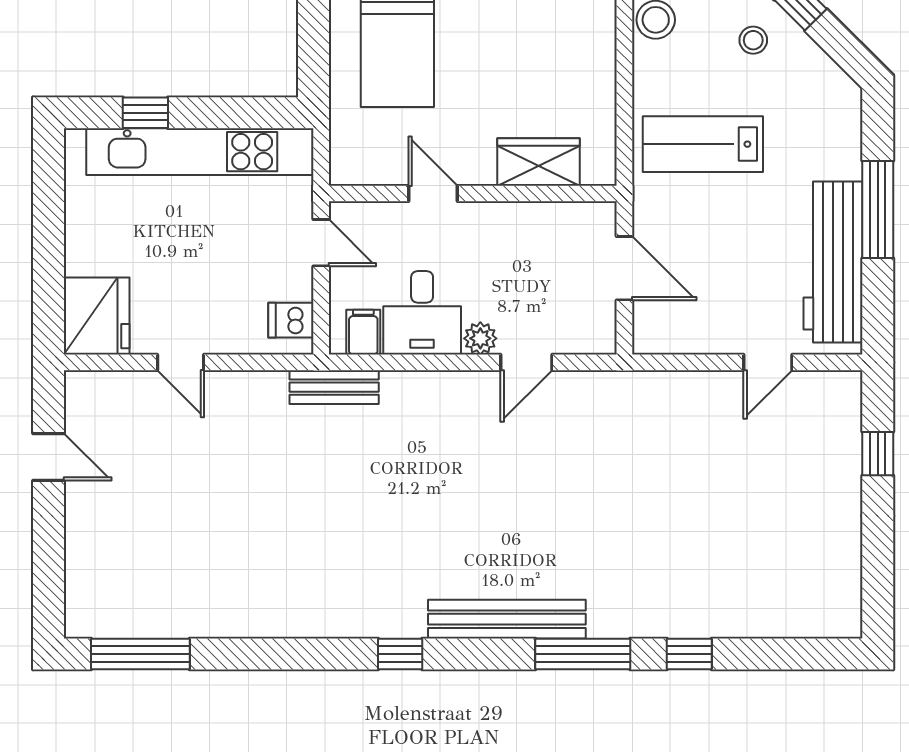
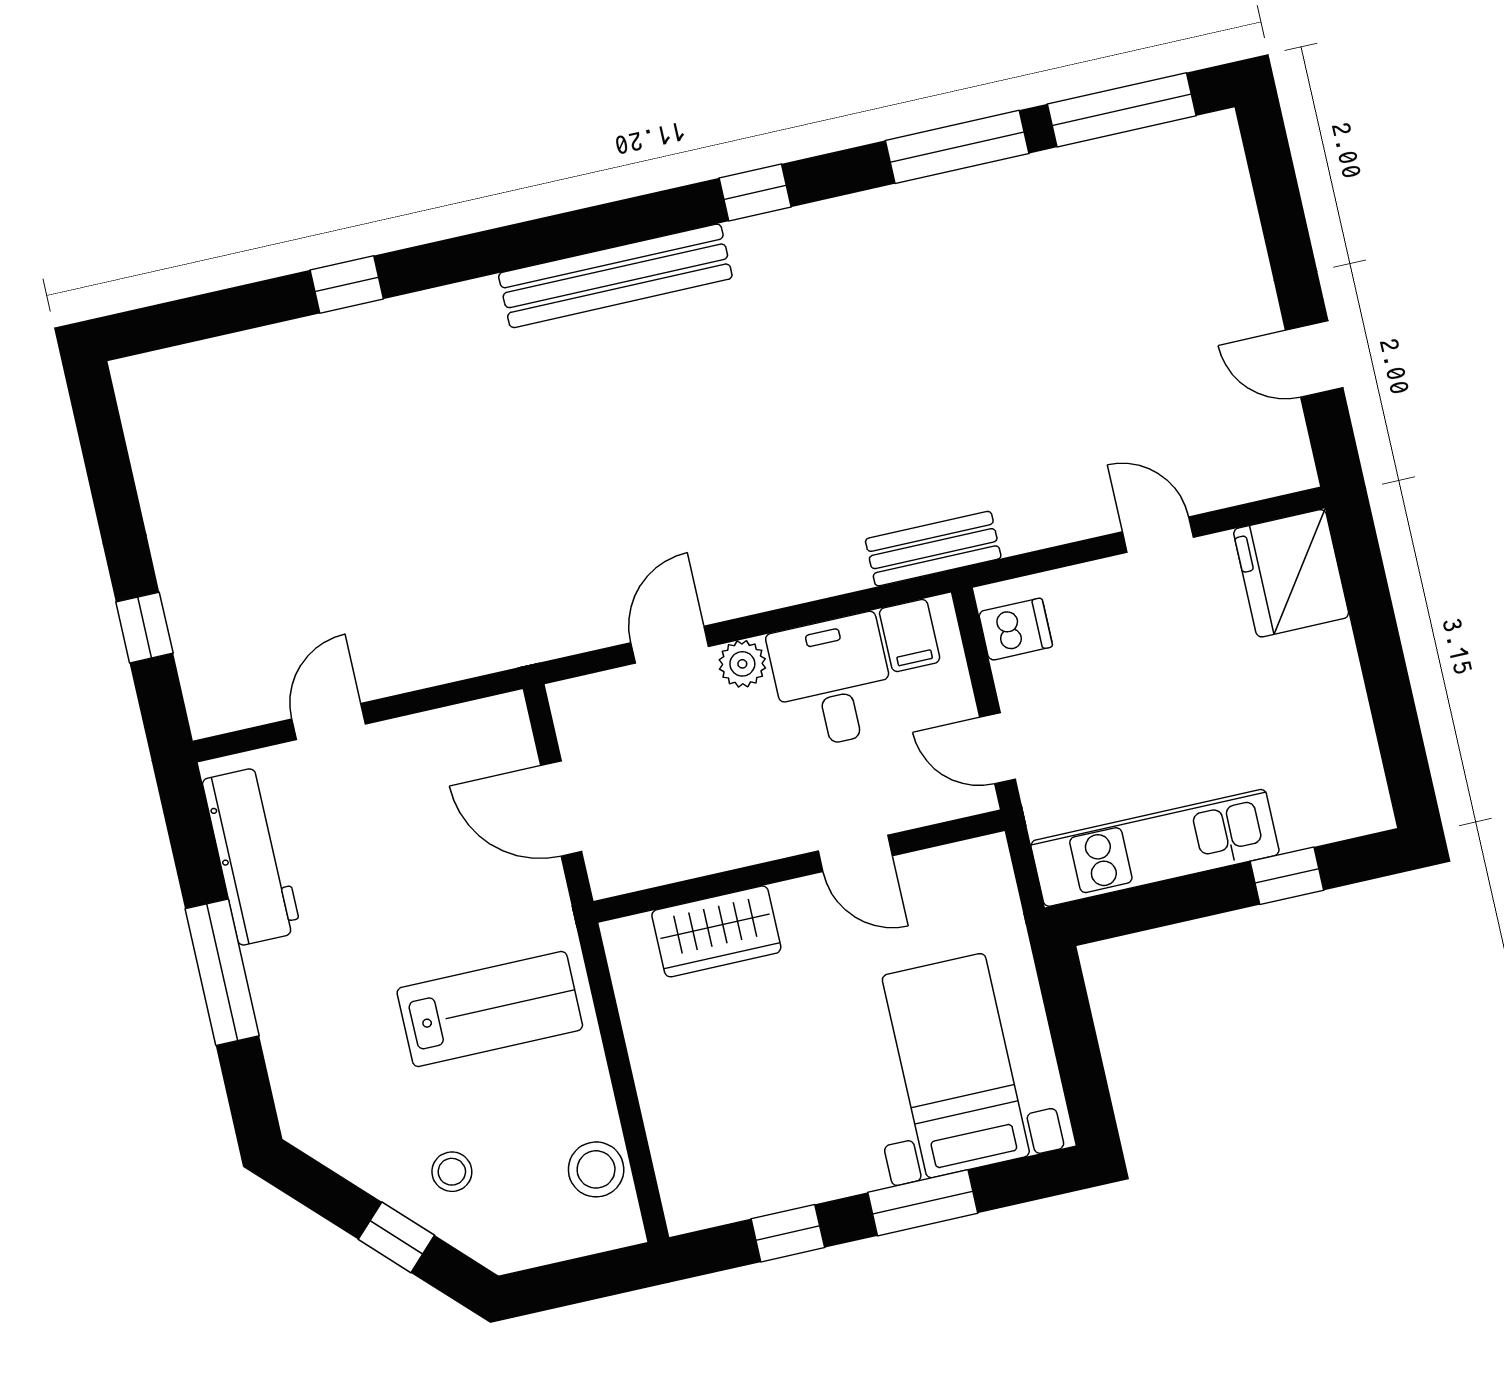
kitchen unit: (200, 152) -> (1155, 848), width x0.73
workbench: (833, 262) -> (252, 856), width x0.73, depth x0.76
window: (583, 654) -> (957, 147), moved

